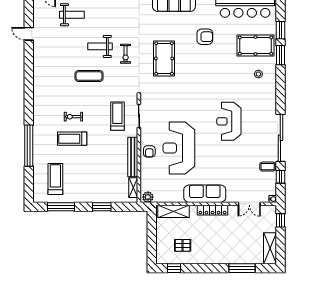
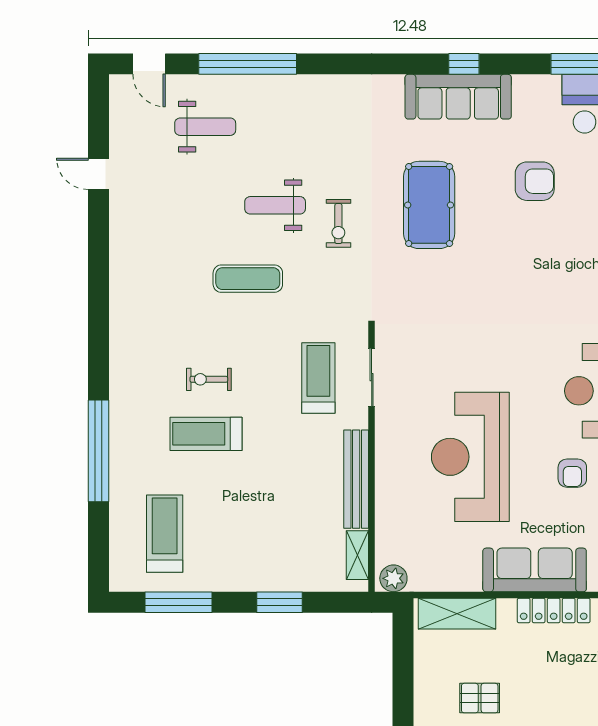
pool table: (164, 58) -> (429, 205), moved
armchair: (149, 151) -> (572, 473), moved

